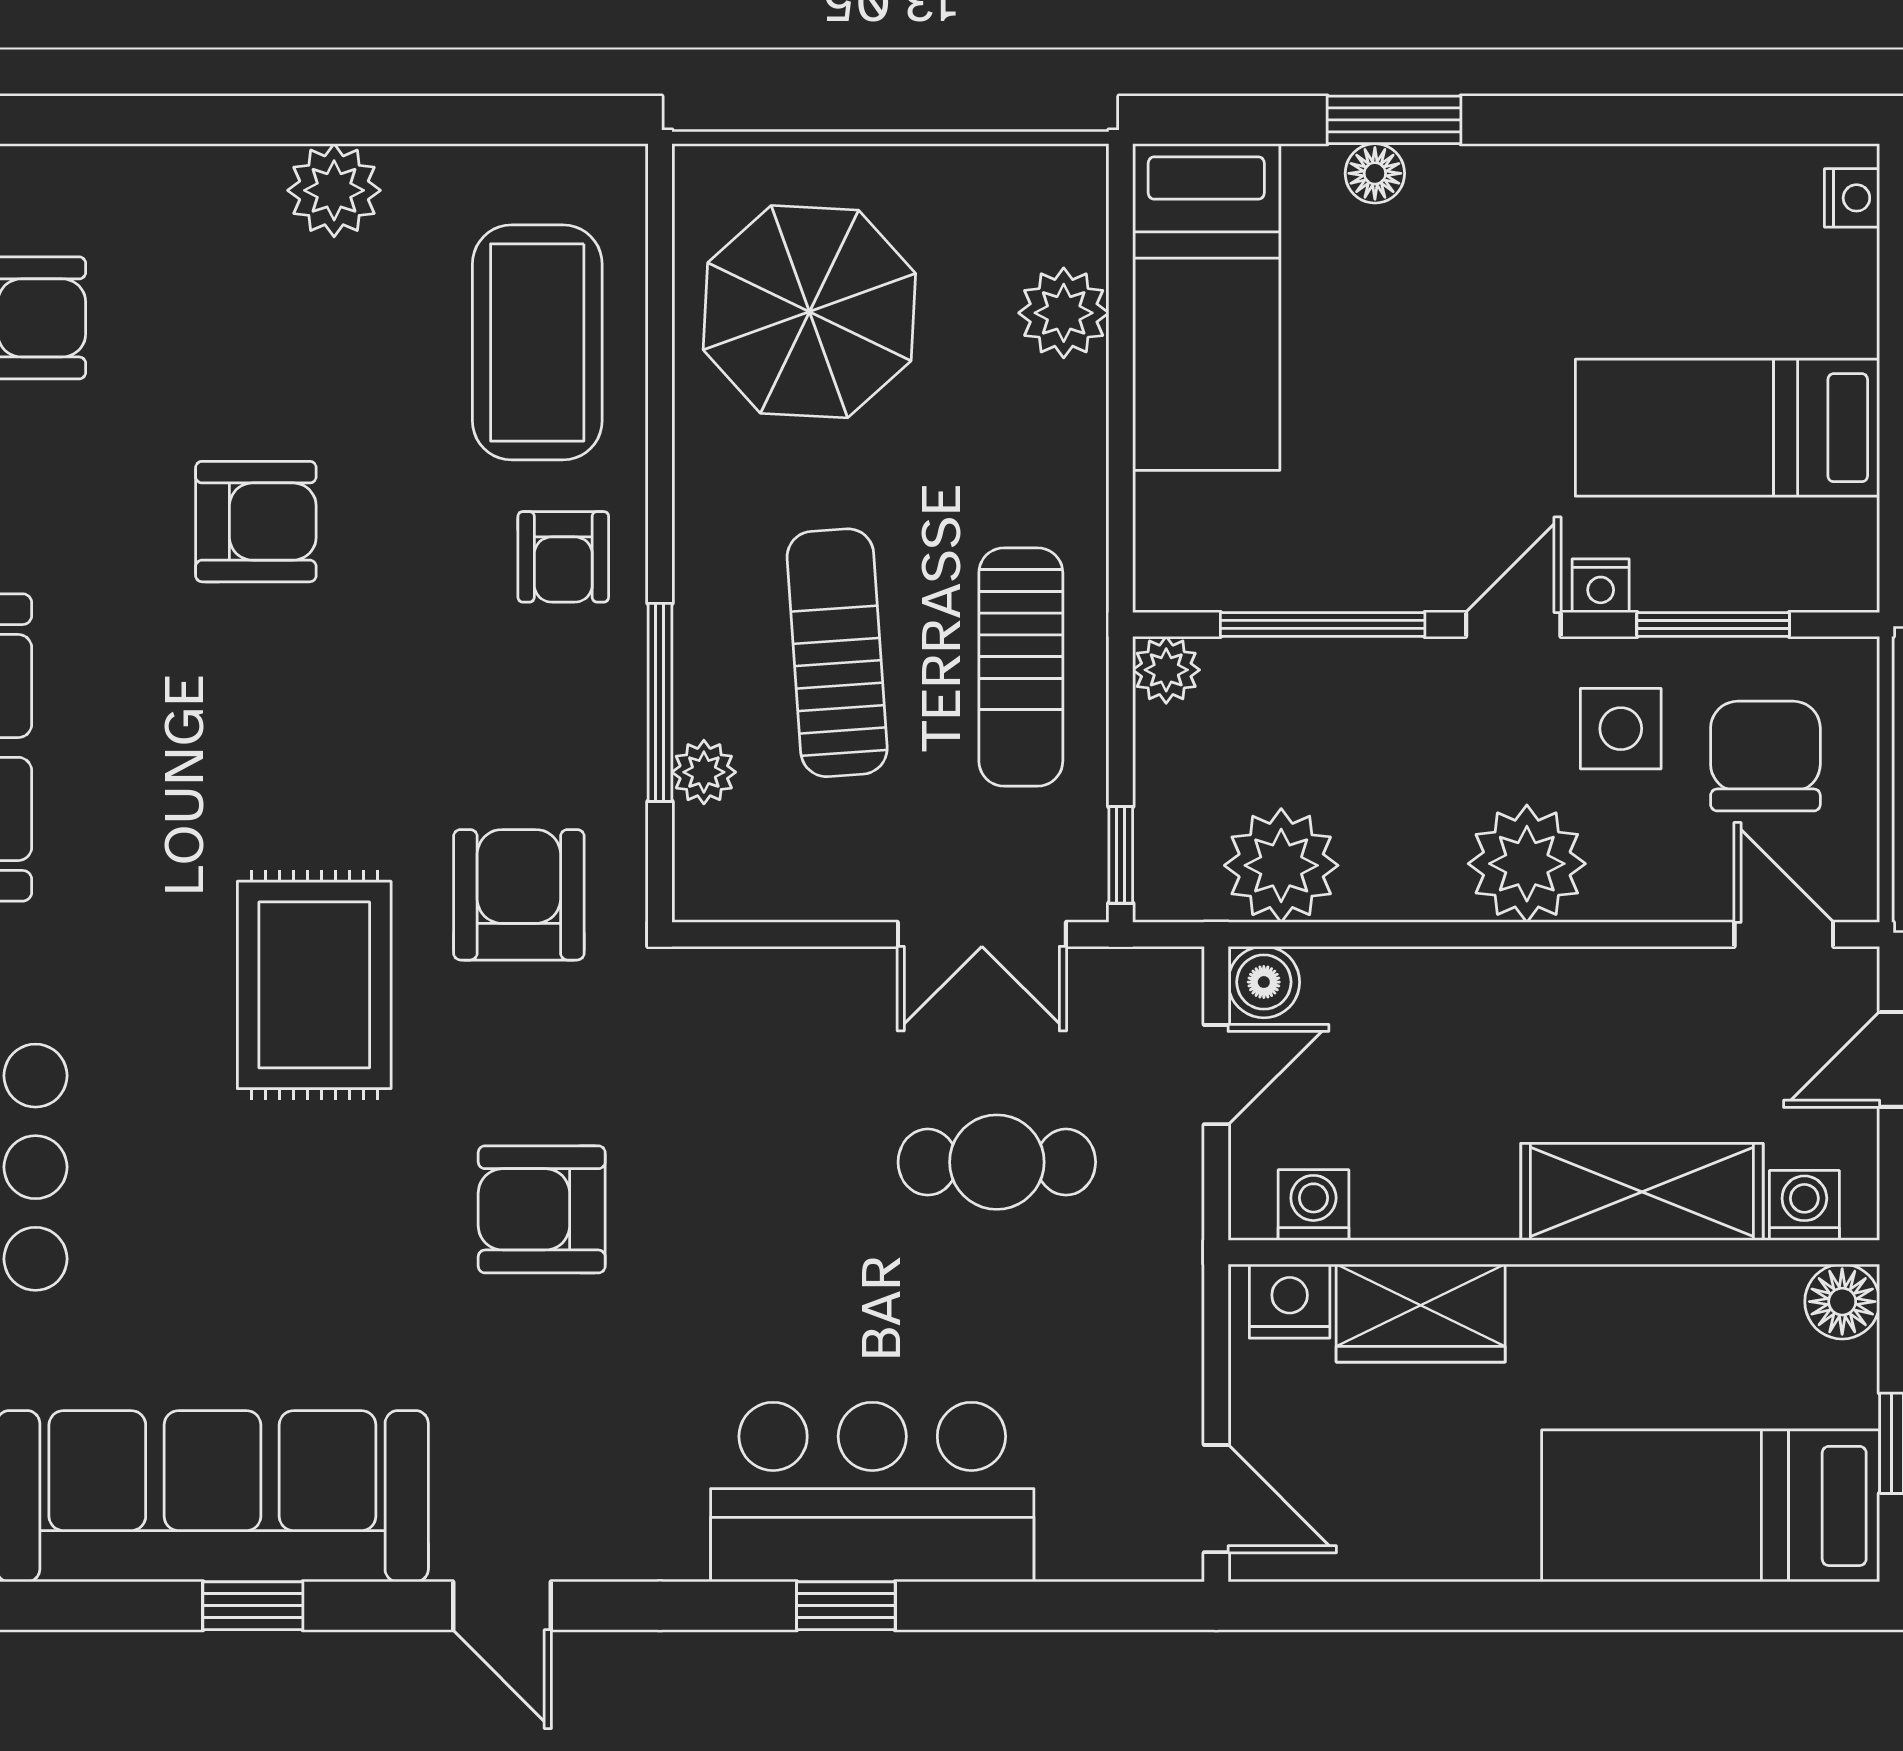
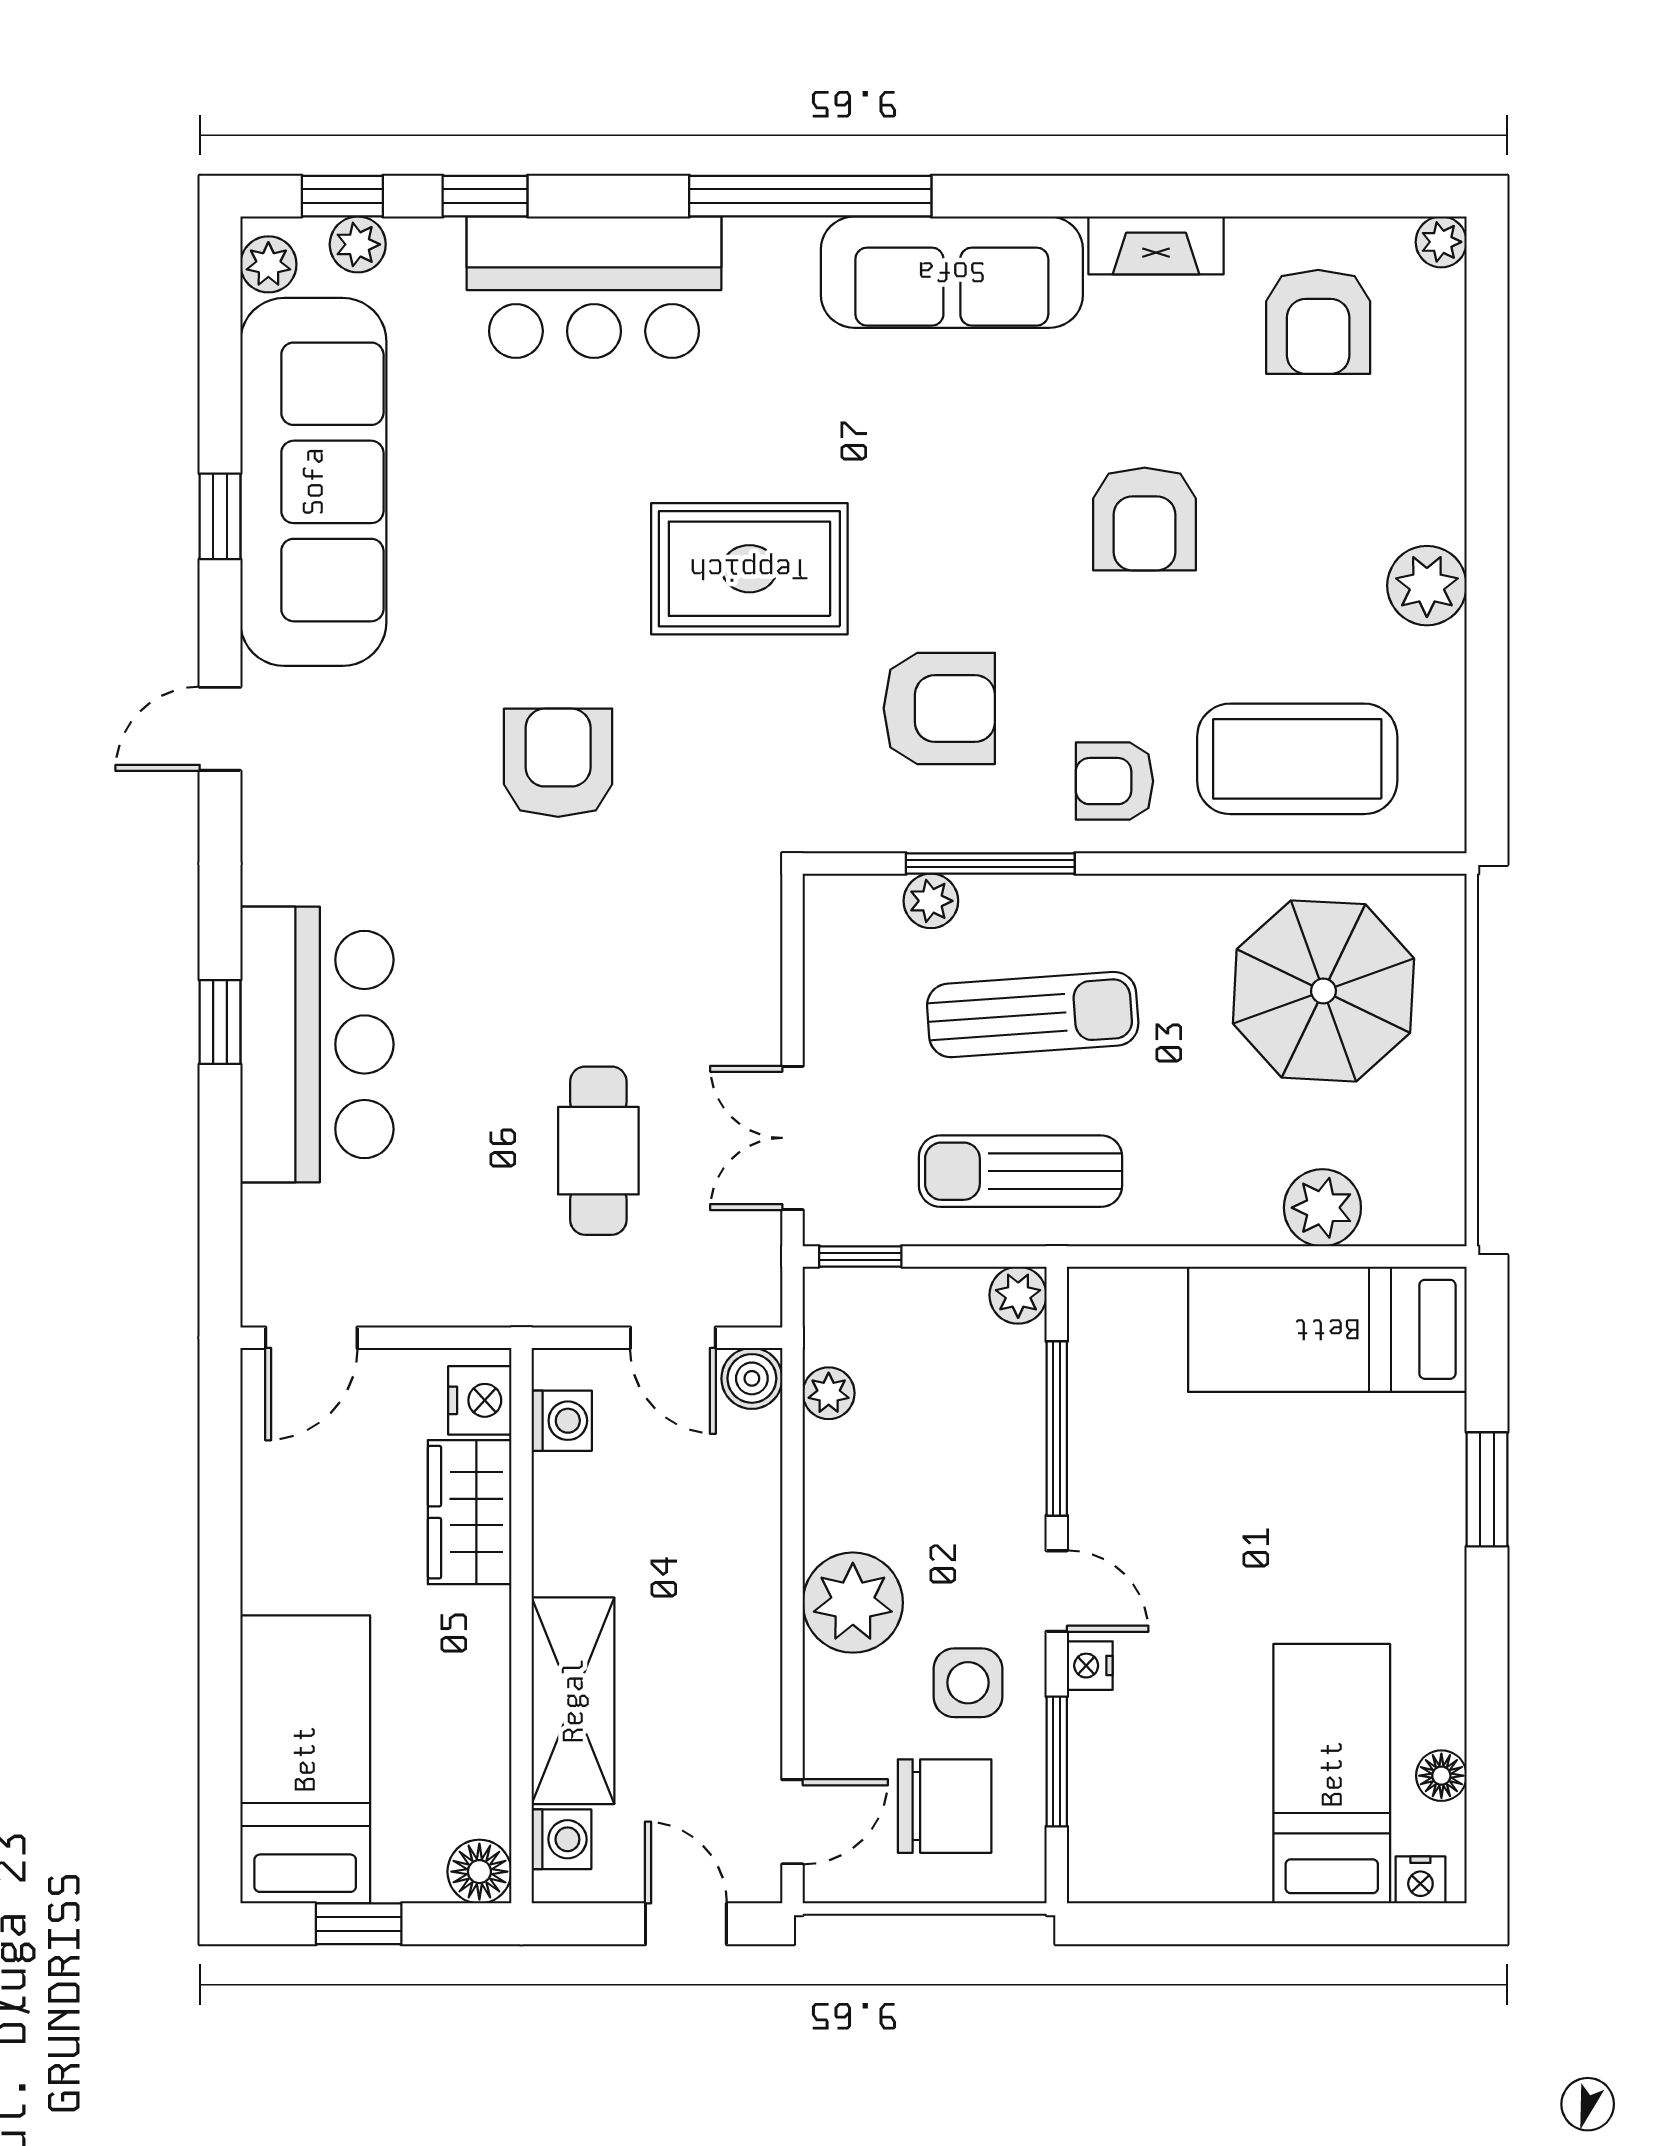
floor lamp: (1375, 173) -> (1441, 1776), moved
bed: (1728, 428) -> (1332, 1774), moved
plant: (1281, 865) -> (829, 1393), width x0.53, depth x0.53
armchair: (519, 895) -> (939, 708), moved

